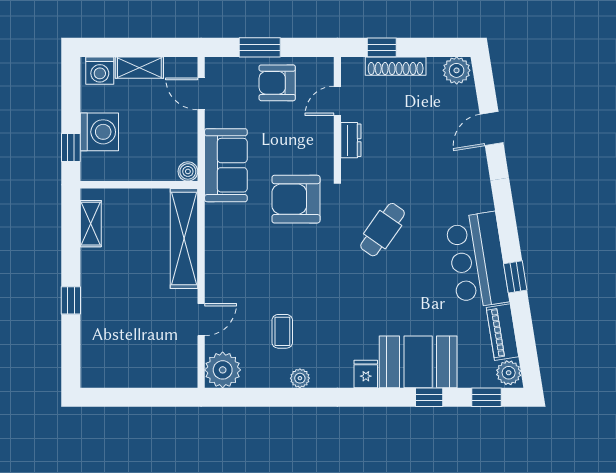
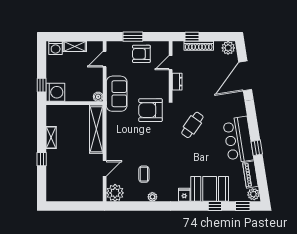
door: (201, 94) -> (105, 59), hinge flipped
door: (492, 128) -> (245, 76), width x1.87
washing machine: (99, 132) -> (55, 92), moved
shelving: (91, 224) -> (51, 137), moved

